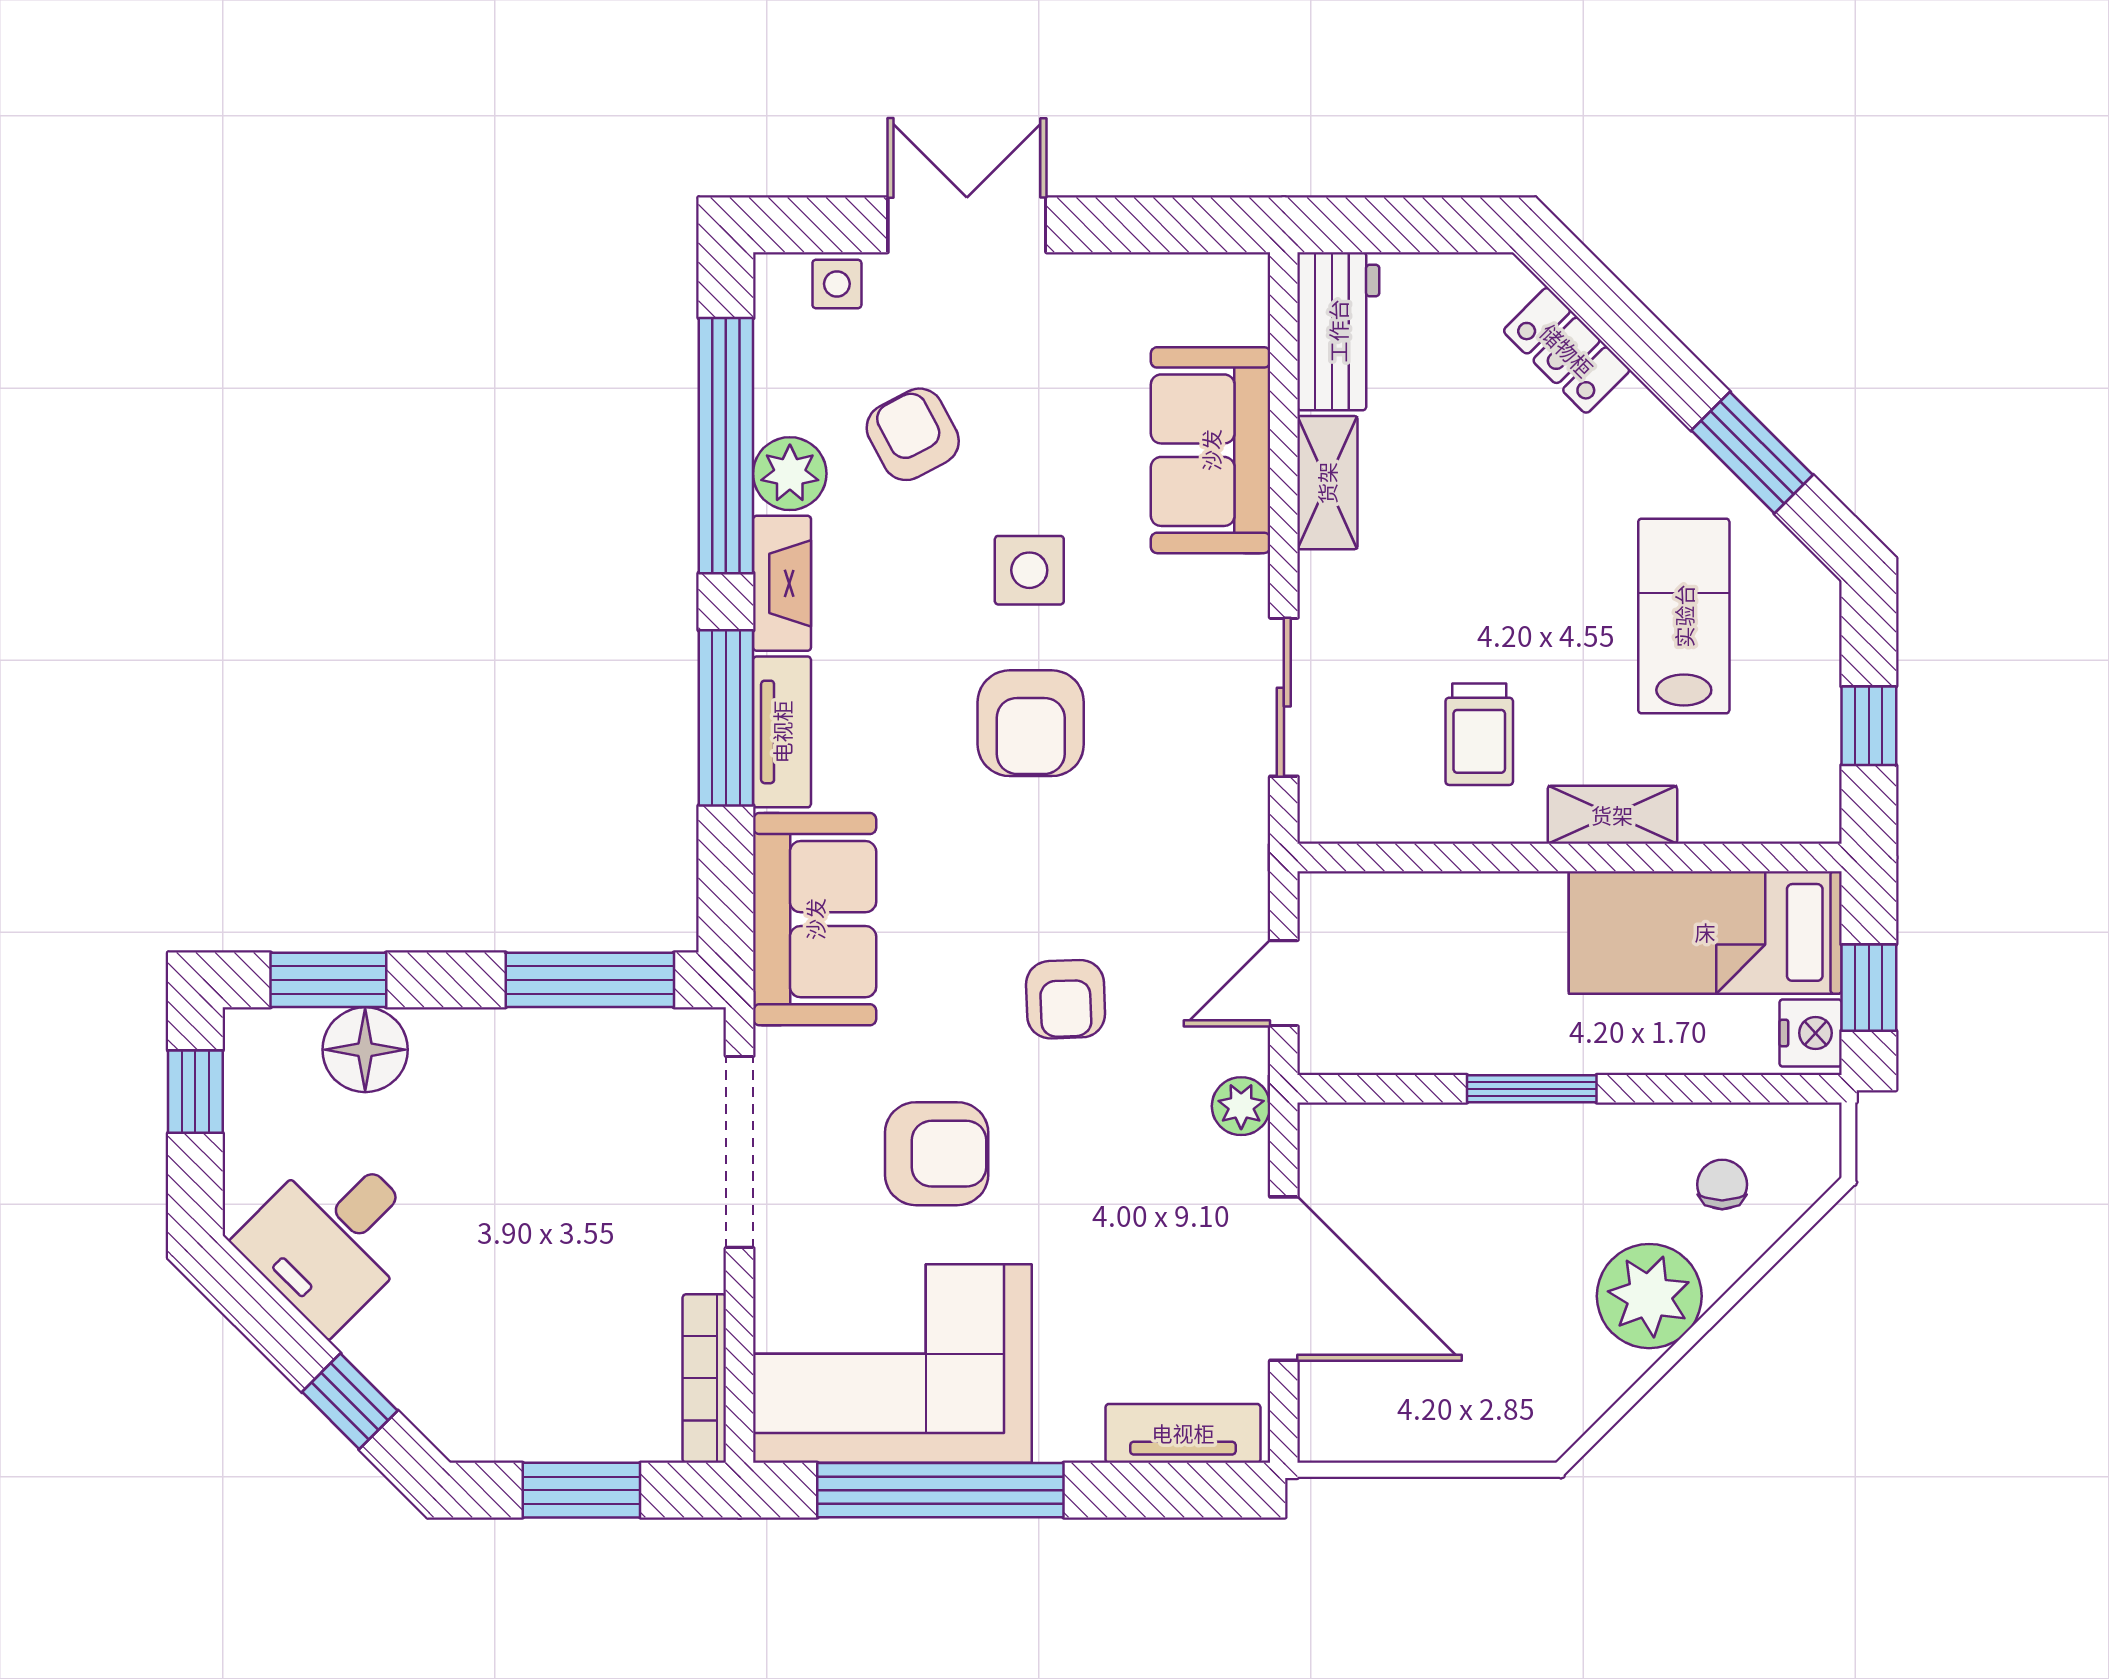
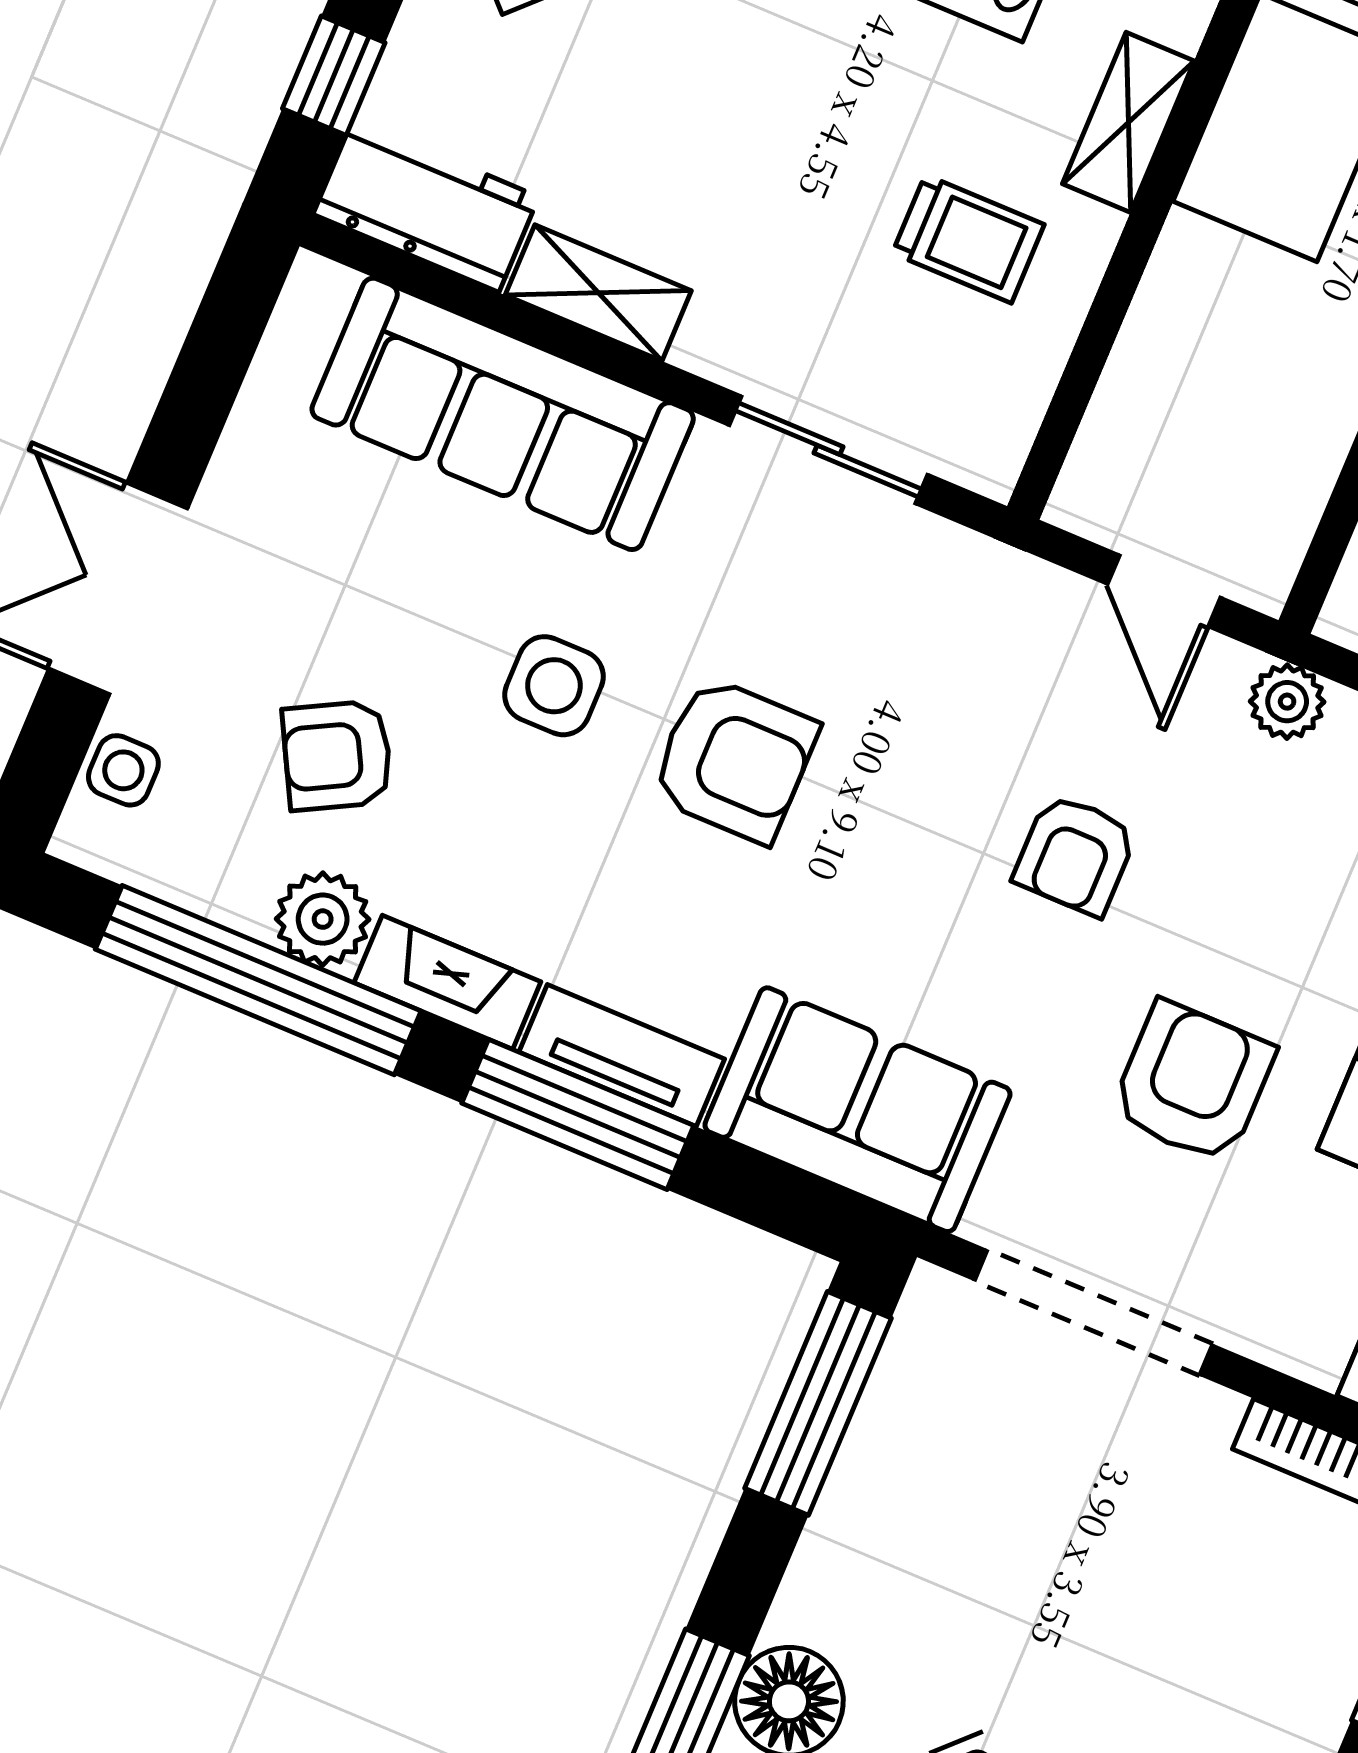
window: (1404, 225) -> (334, 76), added
sofa: (1211, 450) -> (503, 414), width x1.36
armchair: (1066, 999) -> (1075, 855), turned 92

